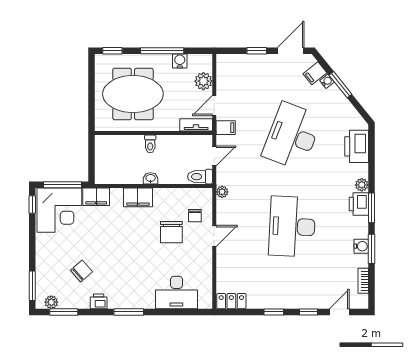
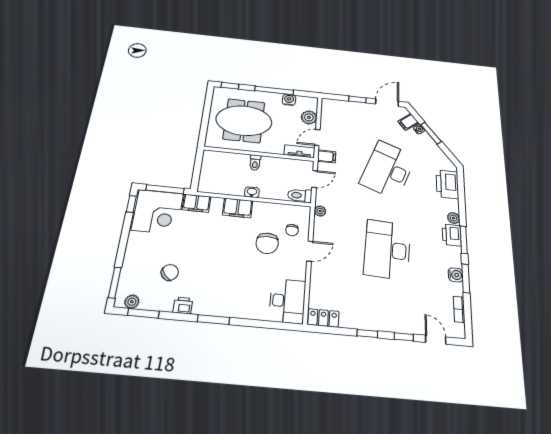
desk: (176, 292) -> (287, 301), moved, turned -90
door: (339, 312) -> (436, 340), hinge flipped

